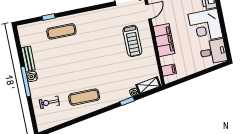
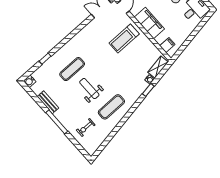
exercise mat: (61, 31) -> (72, 69), moved
treadmill: (132, 41) -> (124, 39), turned 90
weight bench: (74, 68) -> (89, 88), added
water cooler: (32, 76) -> (30, 81), moved

